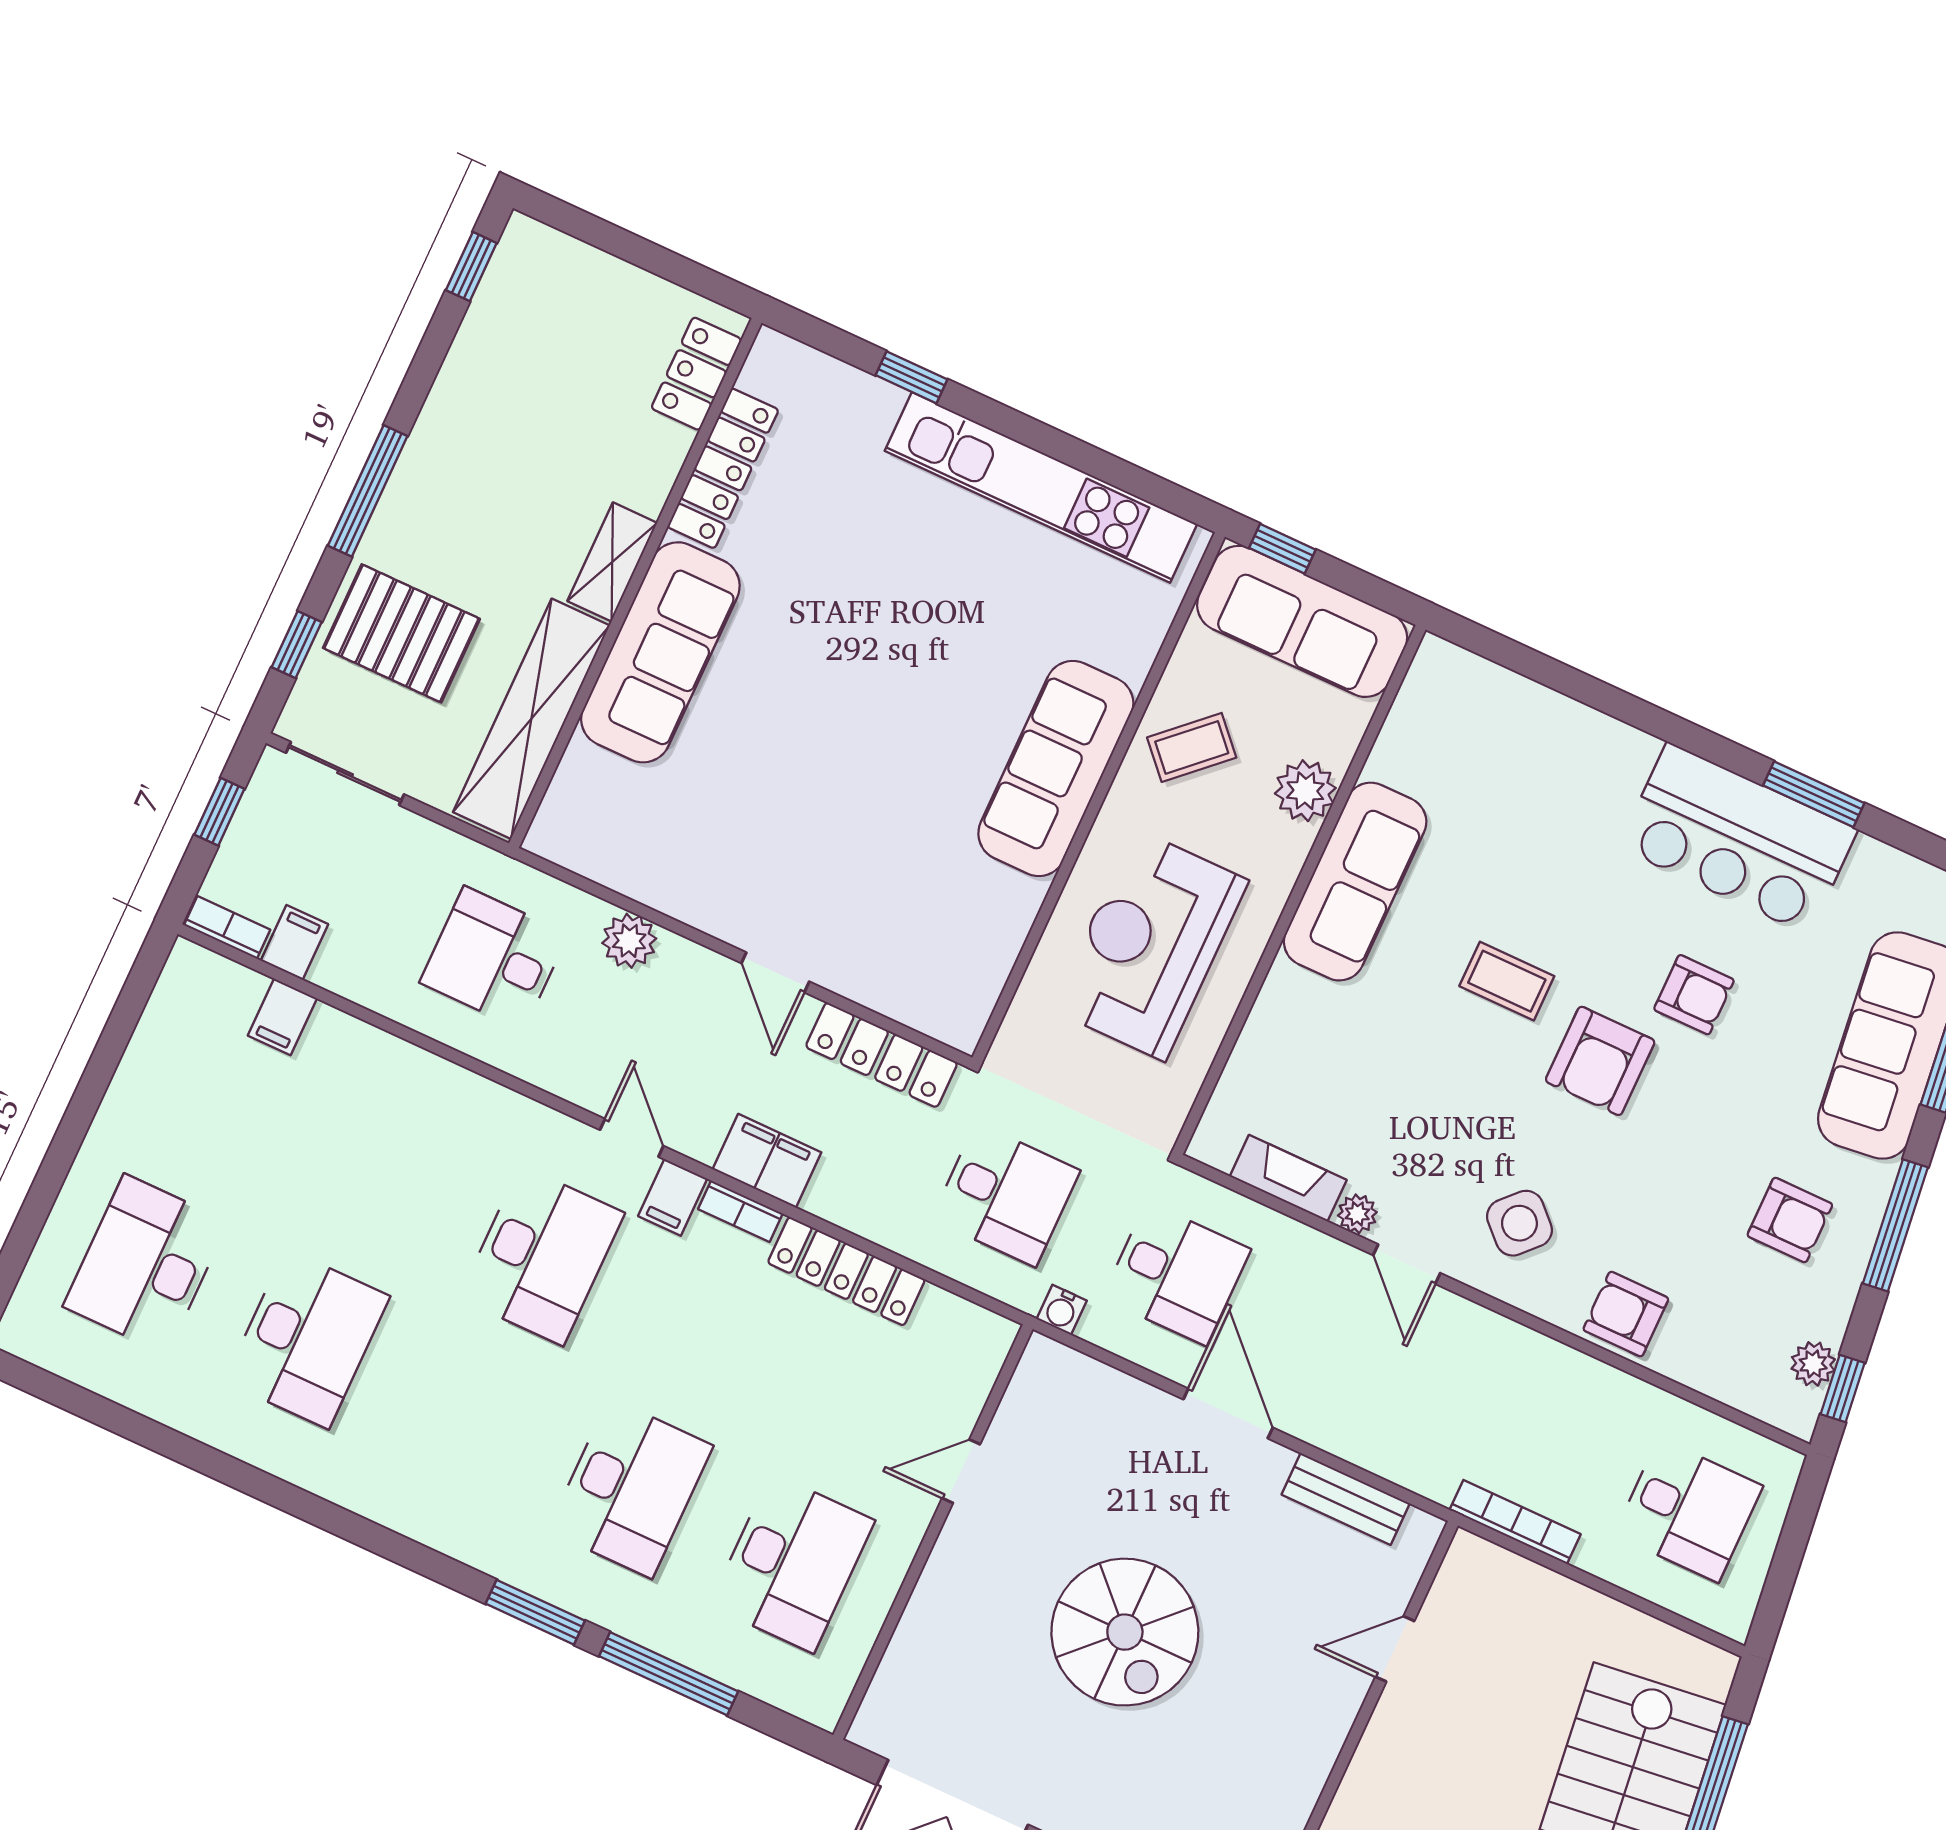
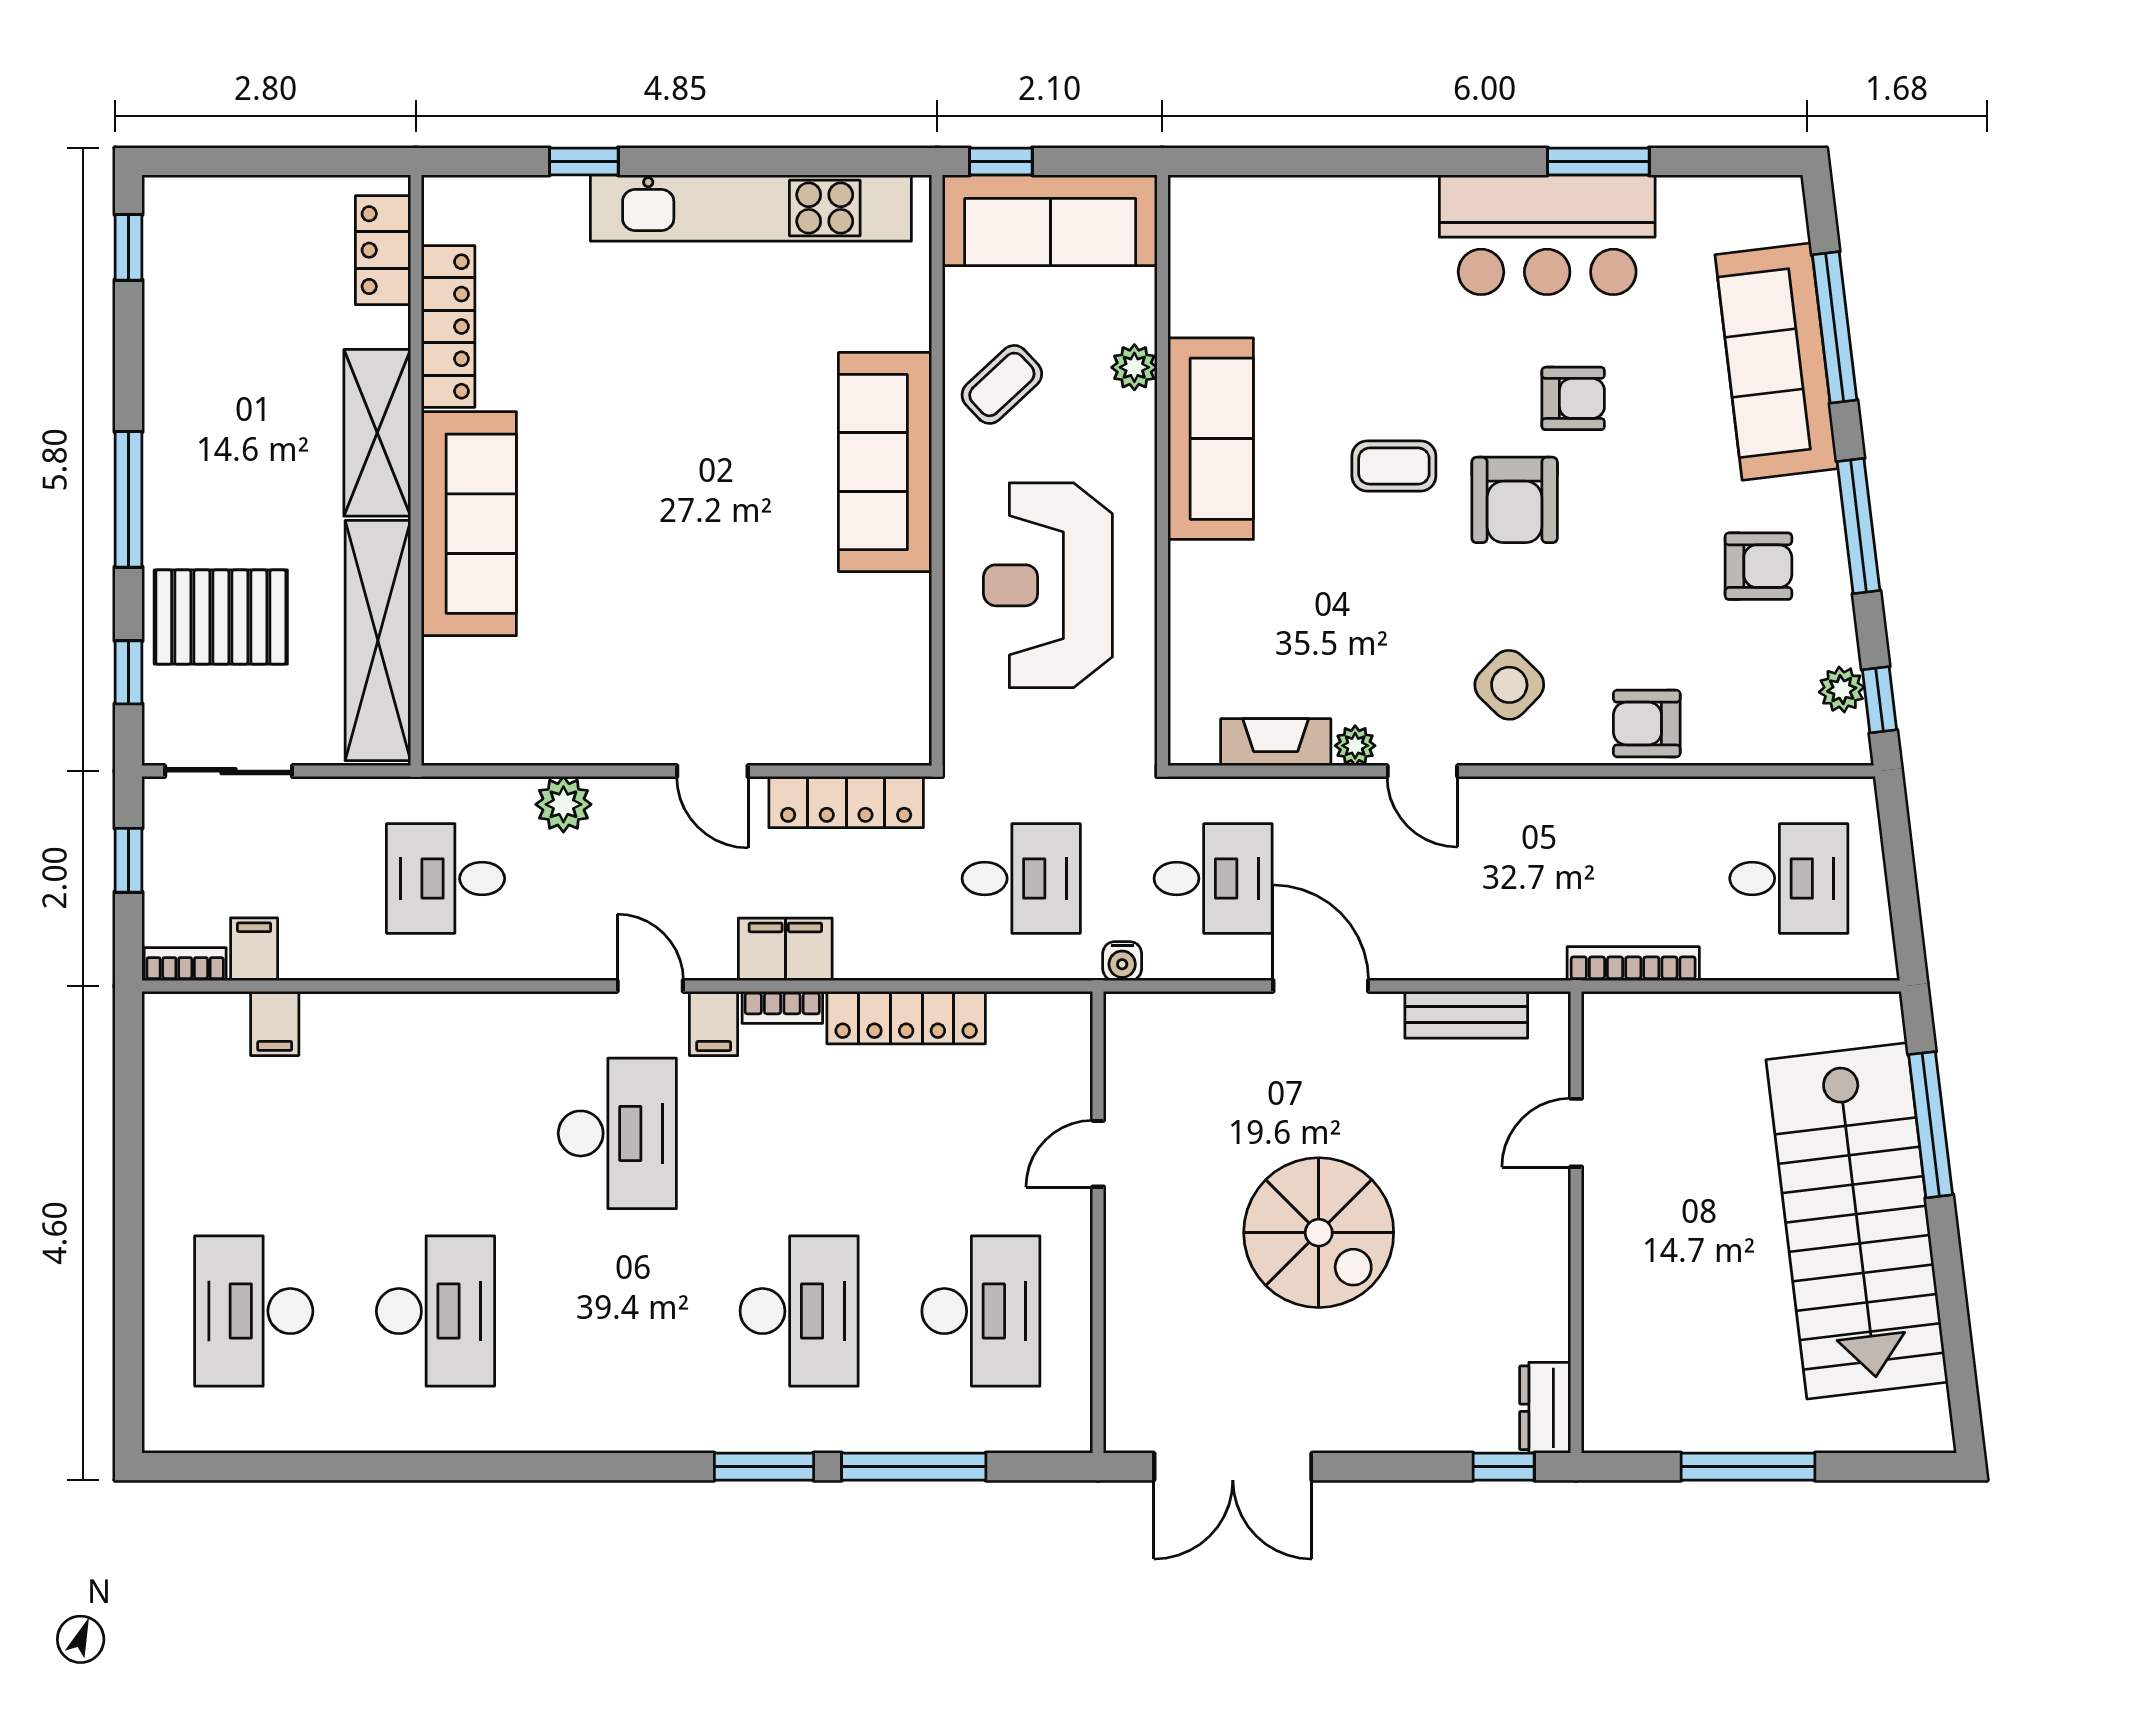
shelving: (612, 562) -> (377, 433), width x1.50, depth x1.33
plant: (1305, 791) -> (1134, 367), width x0.73, depth x0.73

